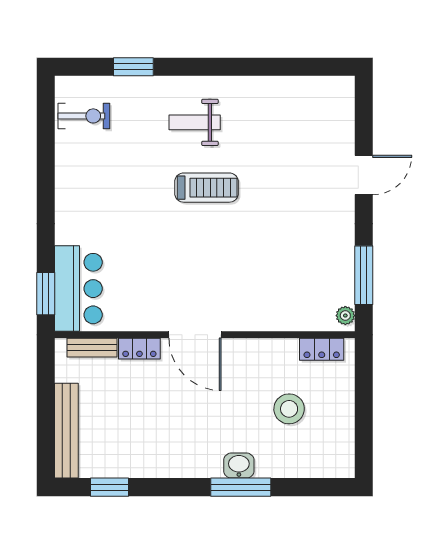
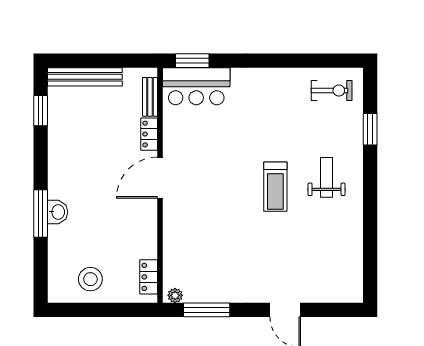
exercise bike: (84, 116) -> (332, 91), turned -90
stool: (289, 409) -> (90, 279), moved

